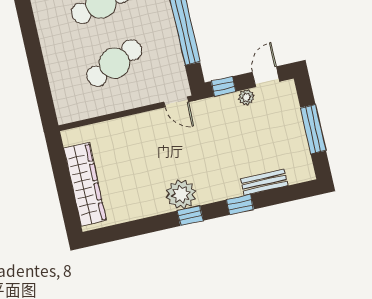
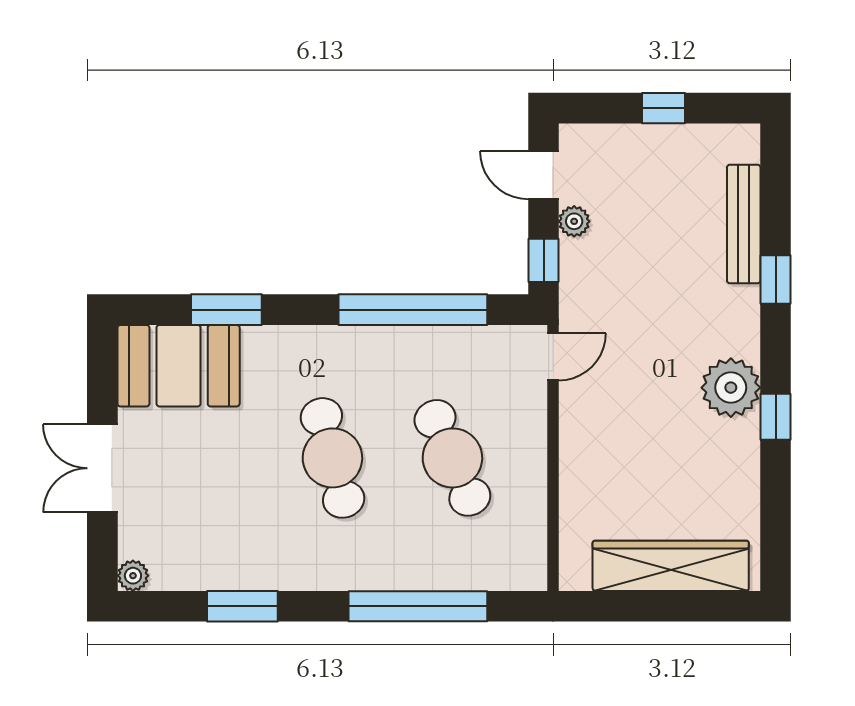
window: (36, 62) -> (418, 606), added
window: (313, 129) -> (663, 108), width x0.46
bench: (264, 182) -> (744, 224), width x1.36
window: (190, 216) -> (776, 417), moved

